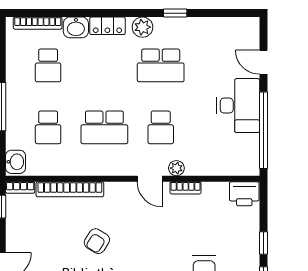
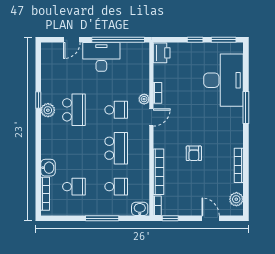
locker: (107, 26) -> (47, 146), removed
plant: (142, 27) -> (48, 110), moved
armchair: (97, 241) -> (194, 153), turned 58

